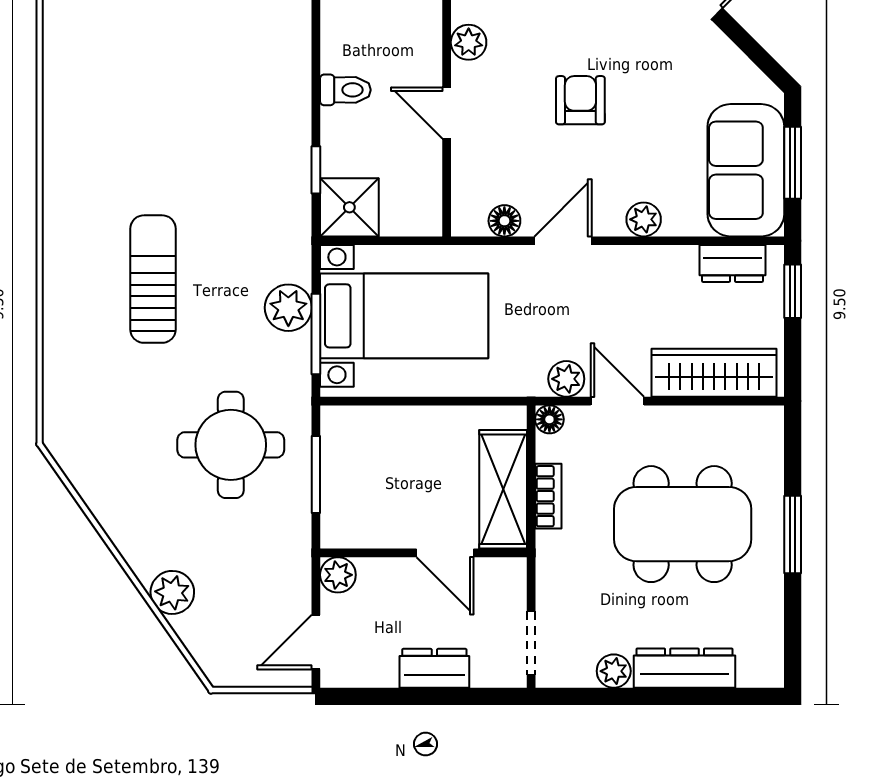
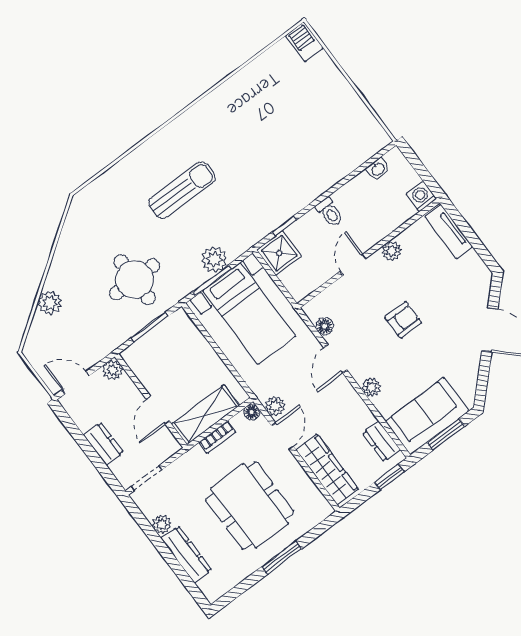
door: (563, 241) -> (335, 359), swing flipped

